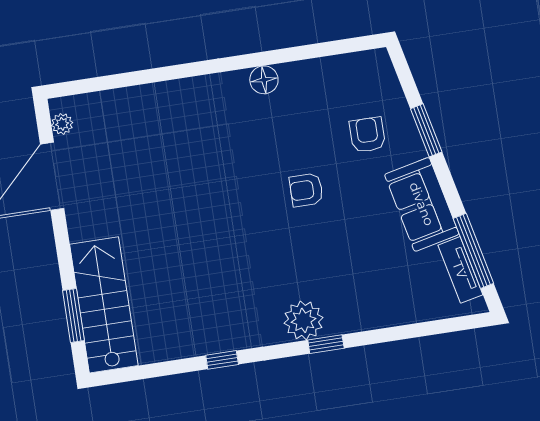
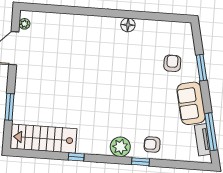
armchair: (306, 190) -> (152, 145), moved
stairs: (104, 305) -> (43, 139), moved, turned -90
window: (73, 315) -> (9, 107), moved
window: (326, 344) -> (140, 162), moved

